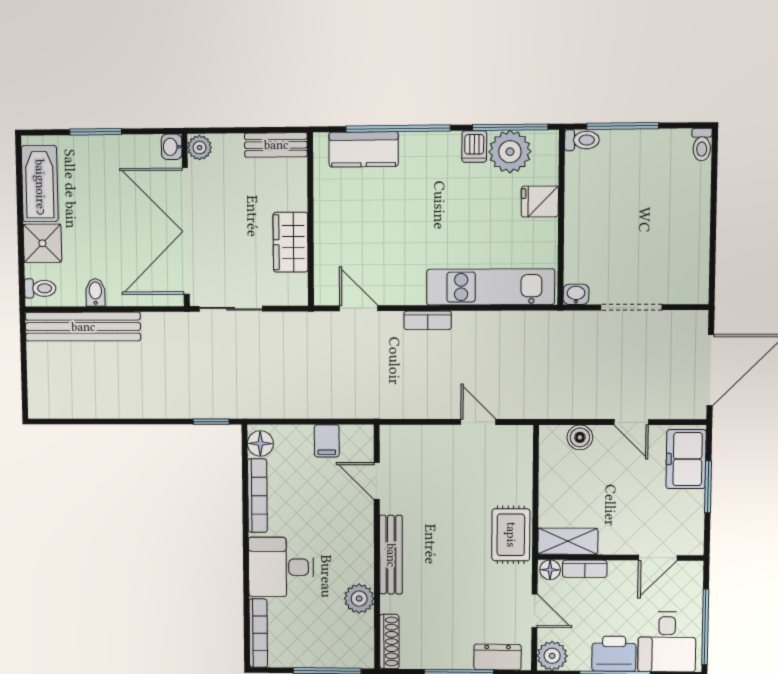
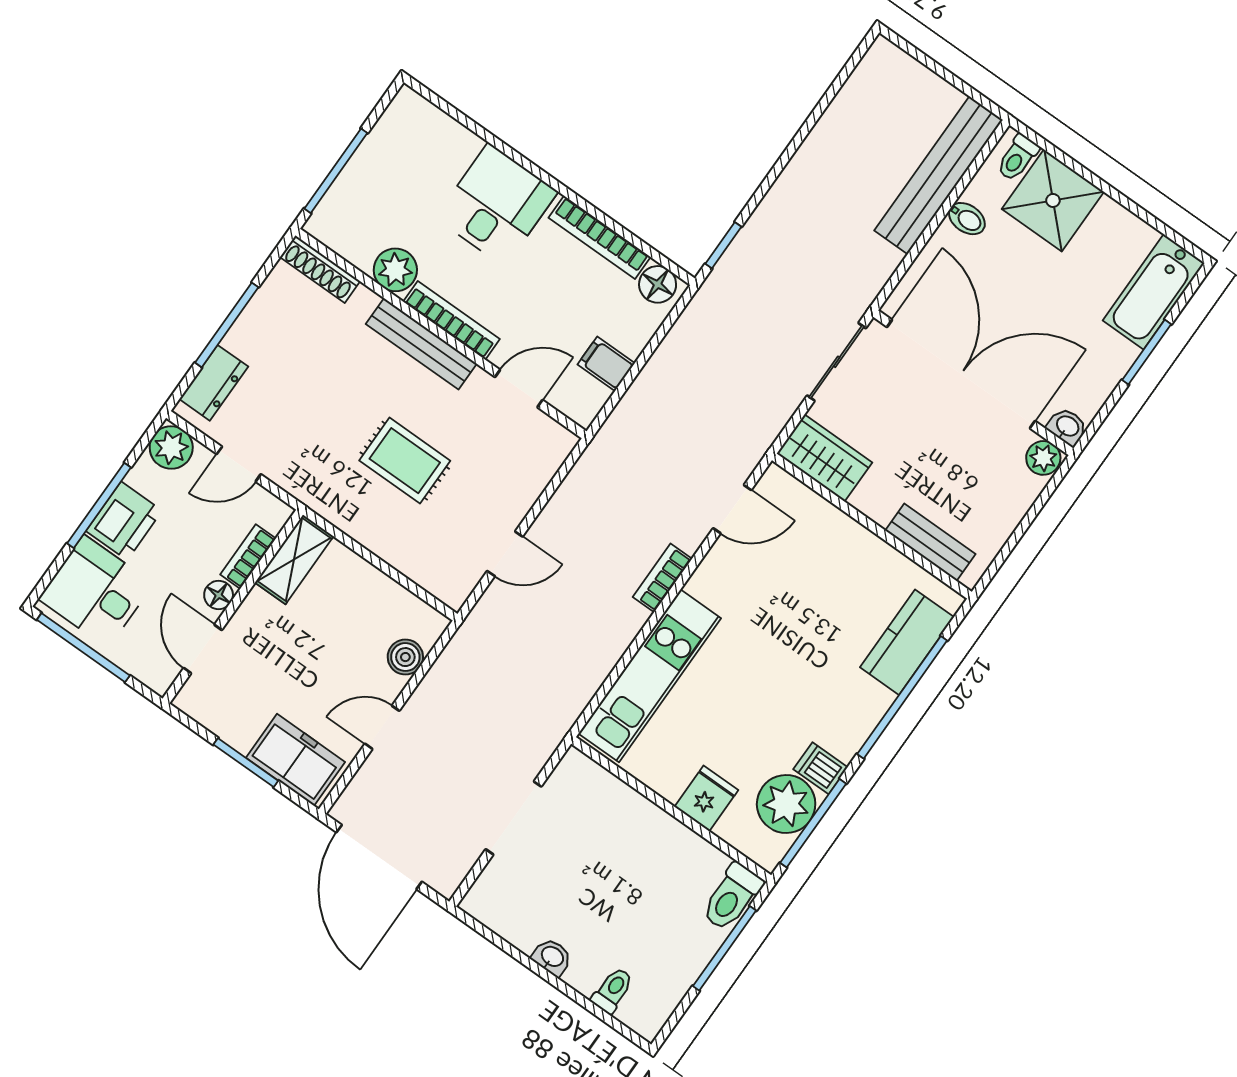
toilet: (582, 140) -> (732, 897), width x1.37, depth x1.39
bench: (276, 145) -> (930, 542), moved, turned 90
toilet: (702, 145) -> (613, 990), moved, turned 90
bathtub: (40, 184) -> (1154, 292), moved, turned 90
wardrobe: (291, 242) -> (824, 458), moved
shower: (42, 243) -> (1053, 200), width x1.36, depth x1.36
washbasin: (576, 294) -> (552, 957), moved, turned -90
rug: (511, 535) -> (405, 461), moved
floor lamp: (550, 570) -> (219, 595), moved
bookcase: (258, 633) -> (451, 320), moved, turned 180

